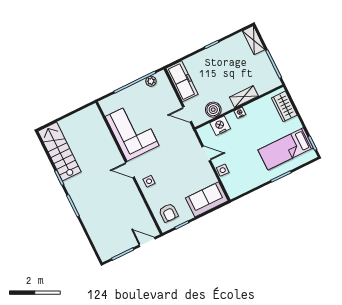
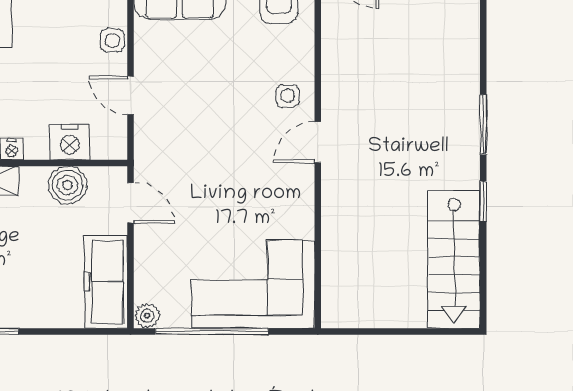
plant: (151, 81) -> (147, 316), moved
corner sofa: (132, 131) -> (253, 284), moved, turned 90
door: (130, 170) -> (318, 142), swing flipped

